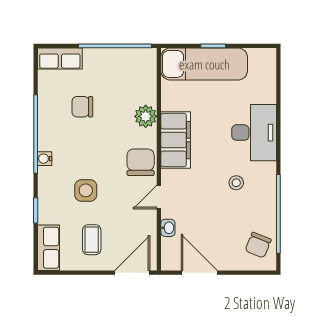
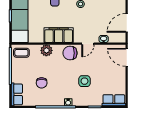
door: (159, 197) -> (88, 44), hinge flipped
coffee table: (92, 240) -> (21, 53), moved

